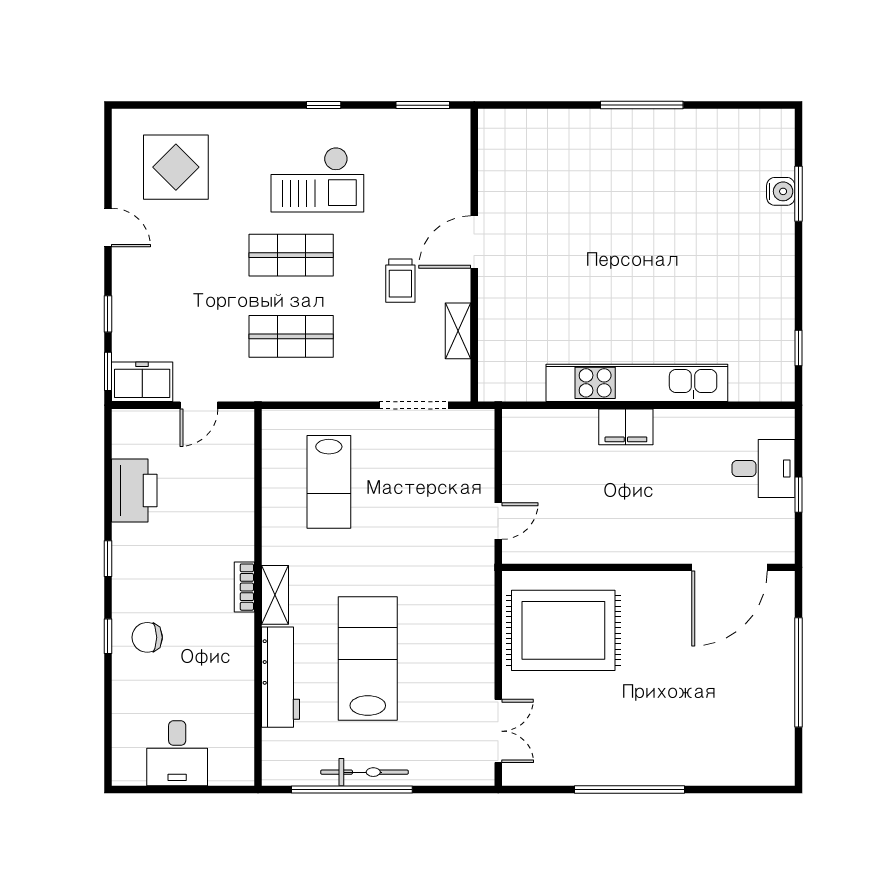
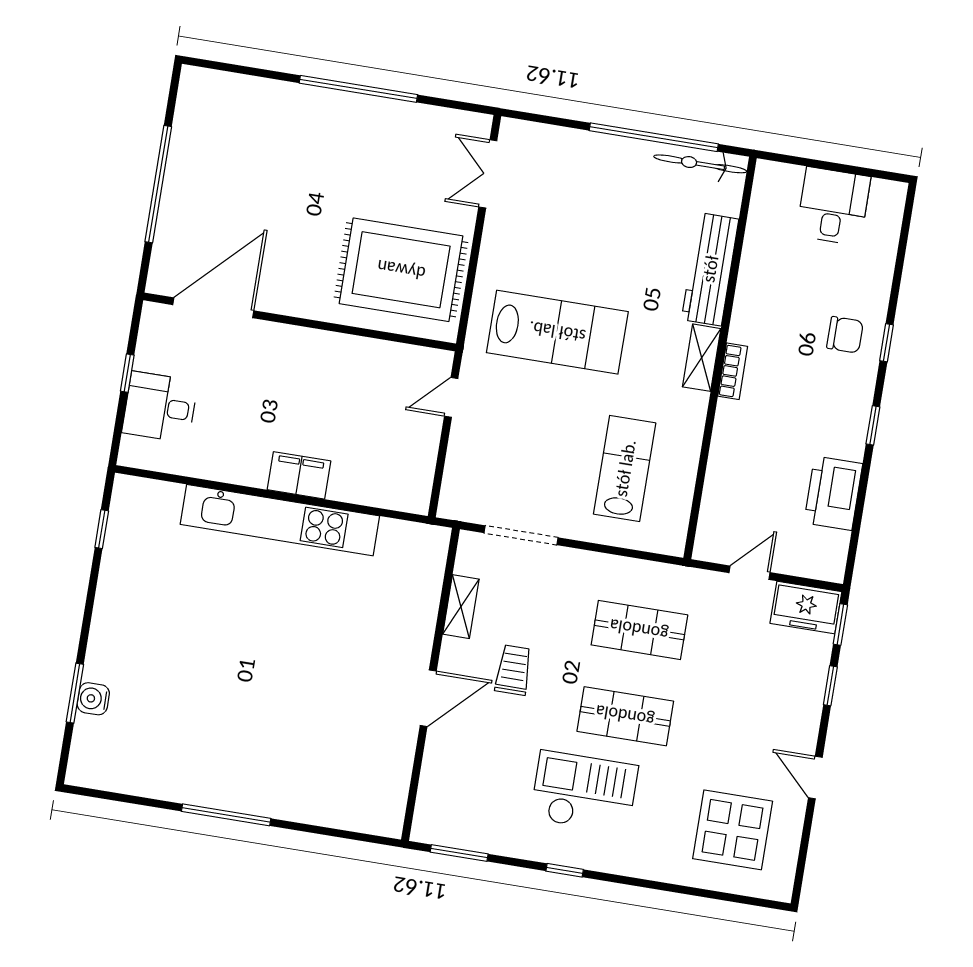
lab bench: (368, 658) -> (557, 332), moved, turned -90
bicycle: (365, 772) -> (700, 164), moved

